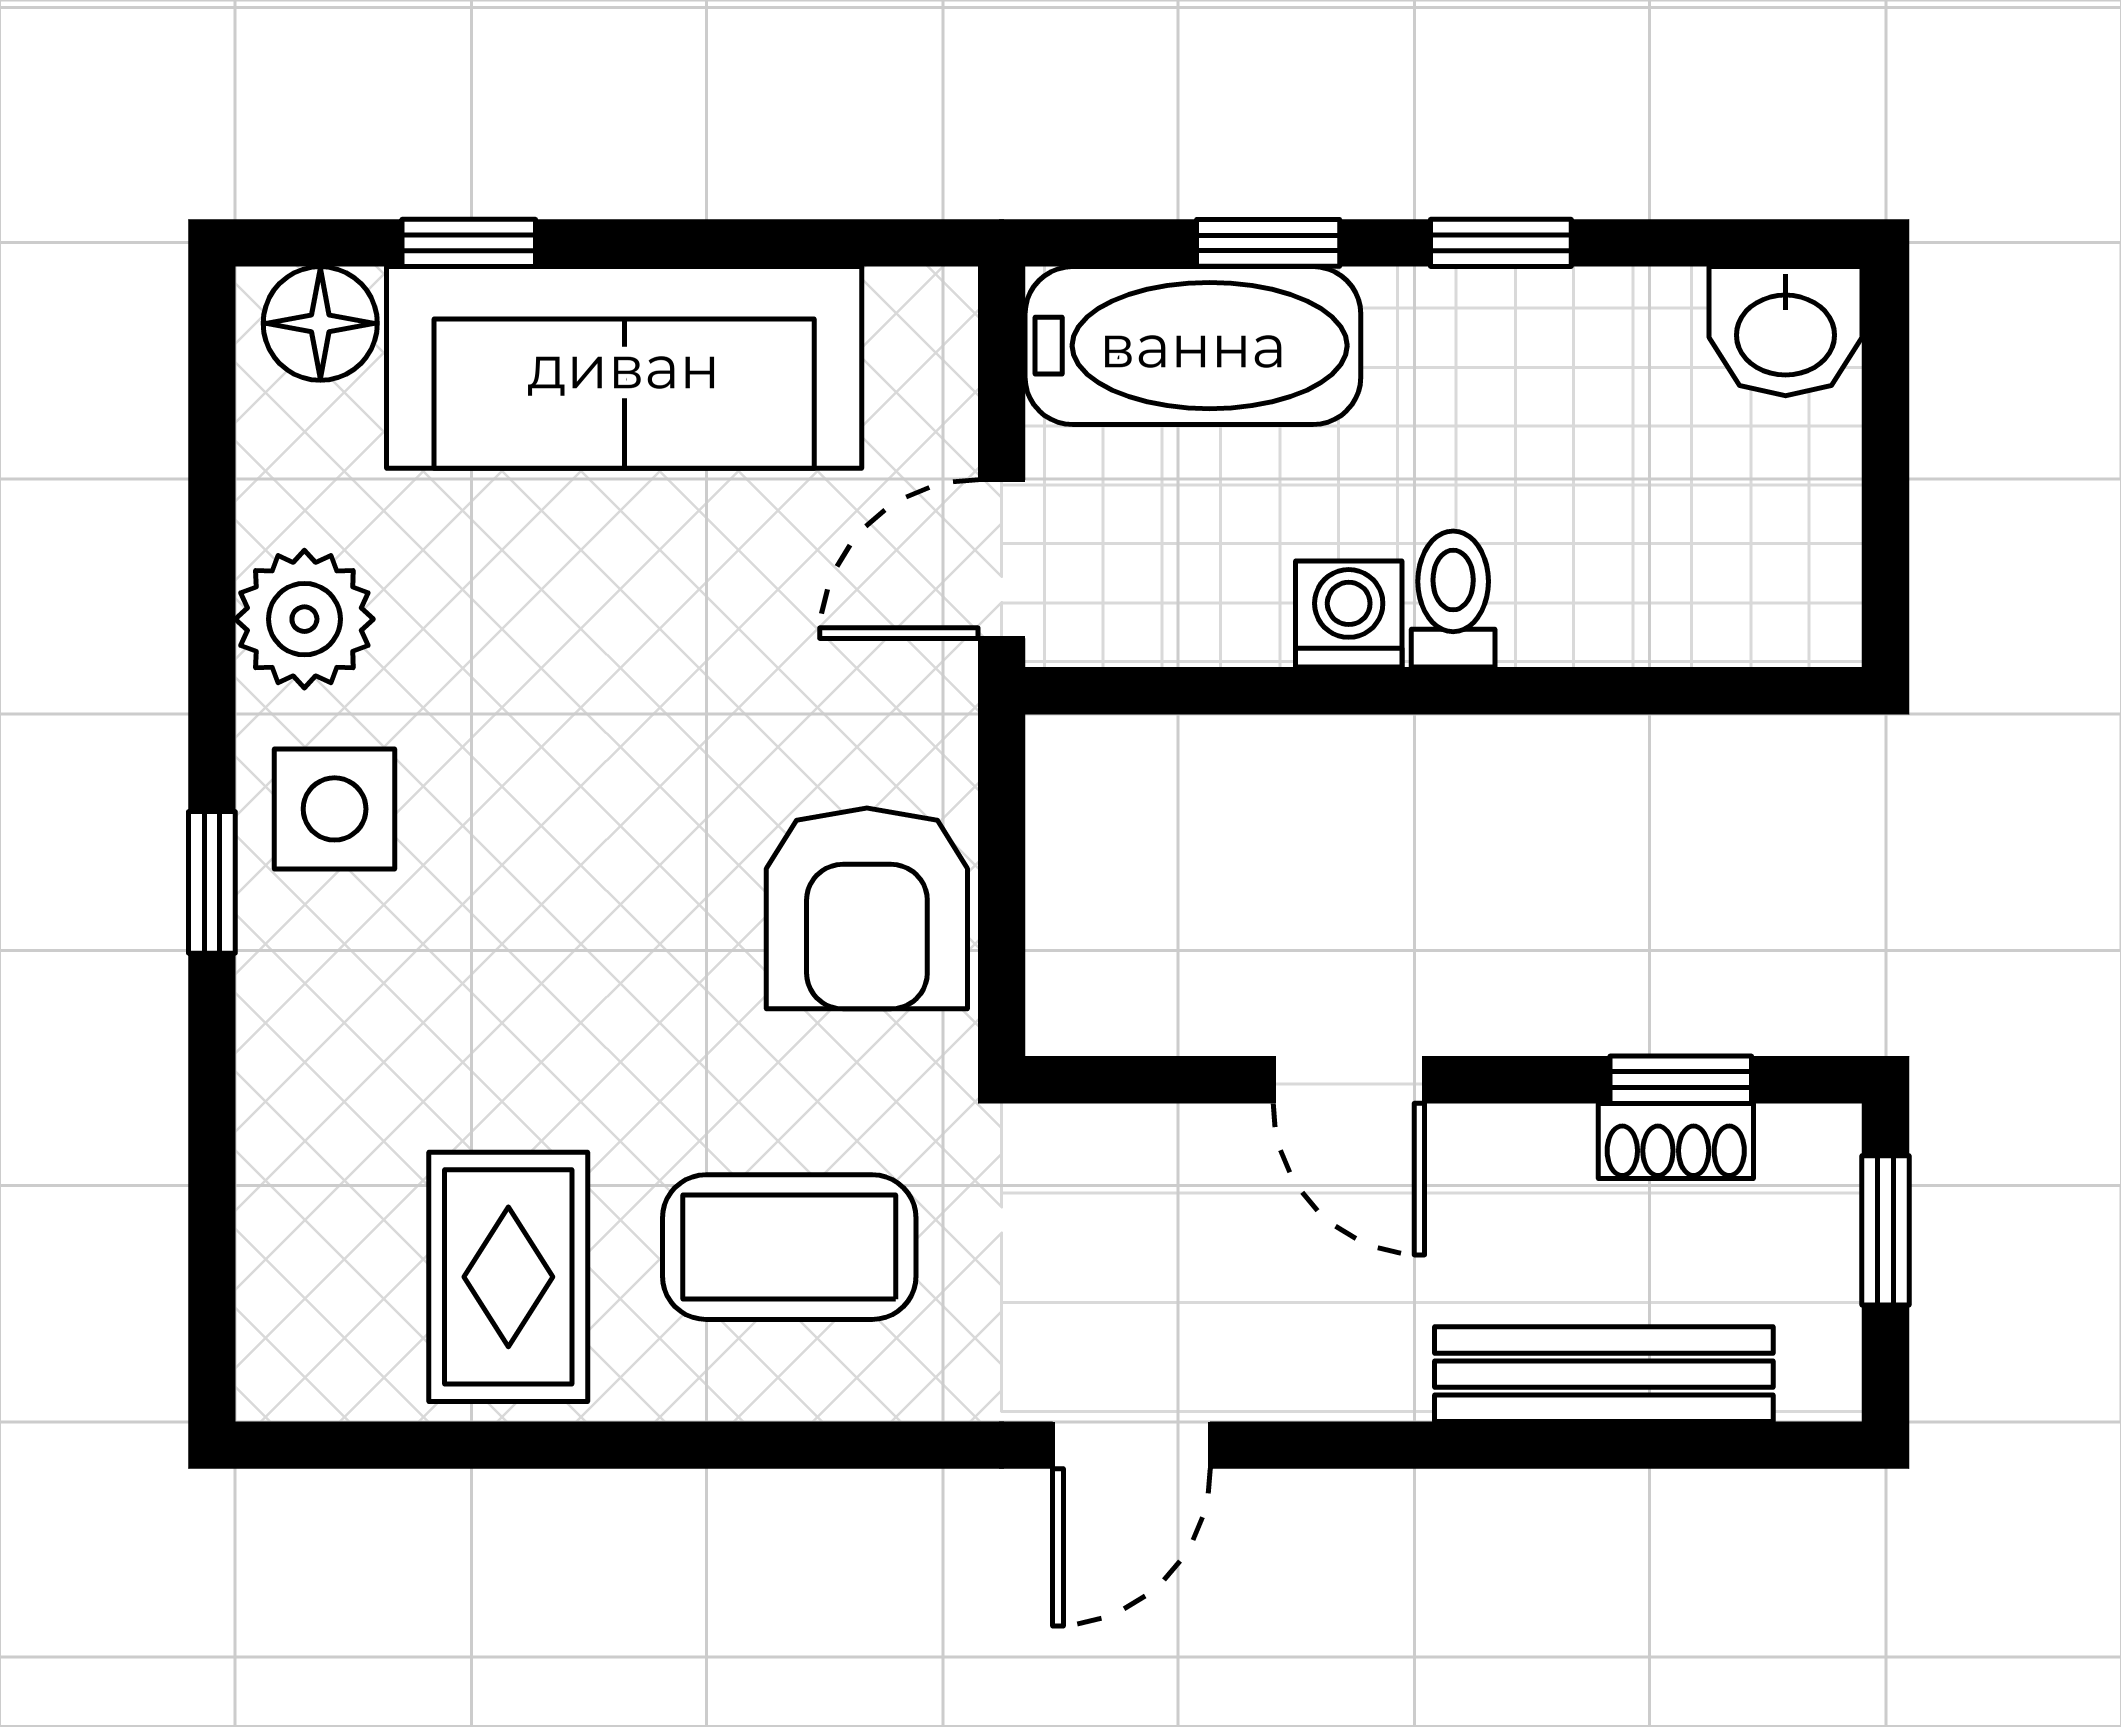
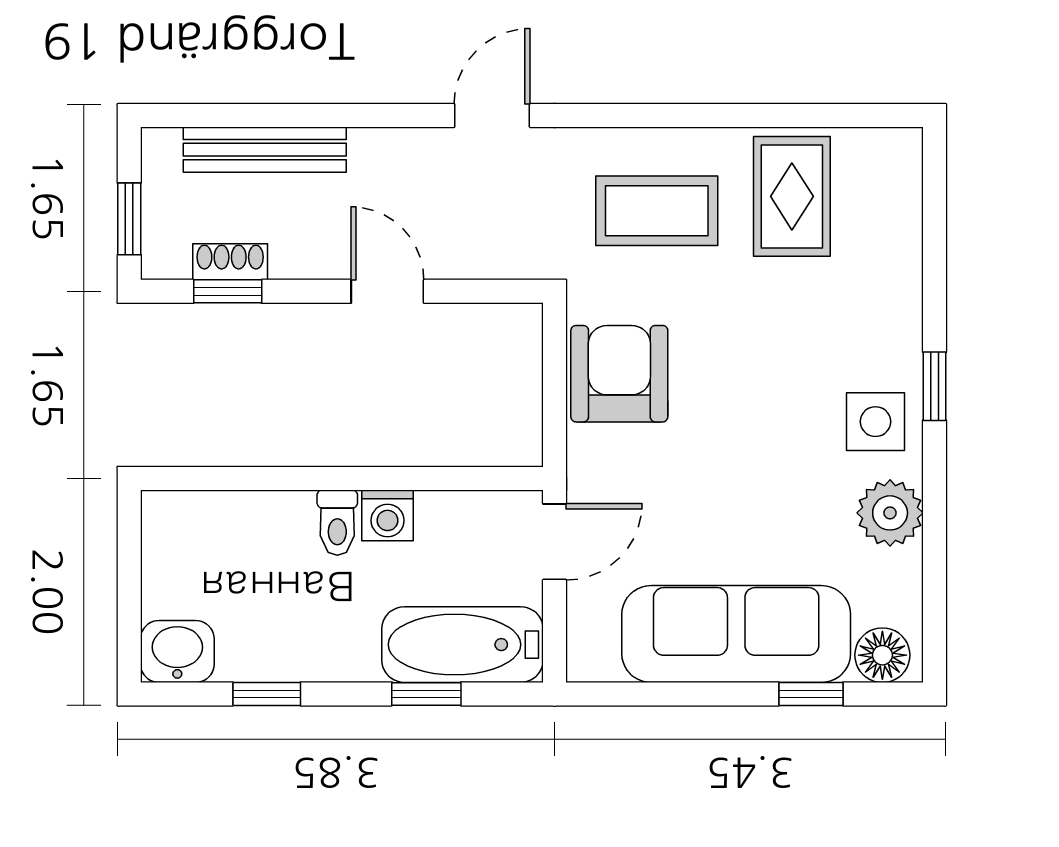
window: (1501, 243) -> (267, 694), moved

